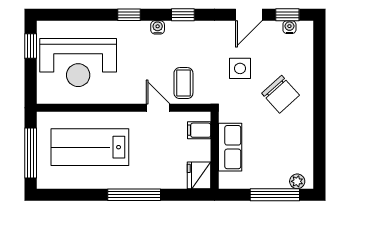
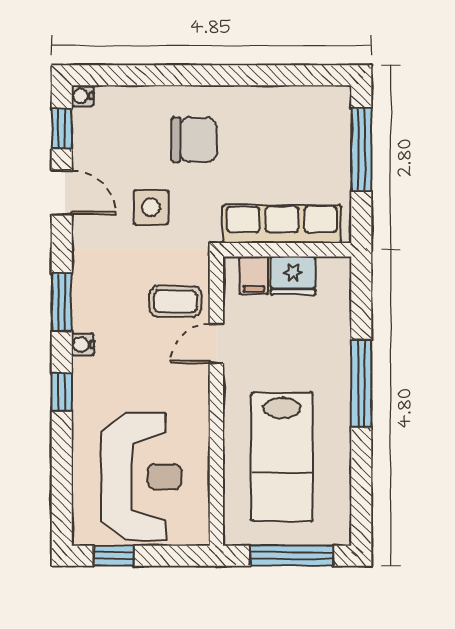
window: (183, 15) -> (62, 302), width x1.50
water cooler: (289, 27) -> (82, 96), moved
chair: (281, 94) -> (194, 140), turned 42
row of seats: (230, 147) -> (282, 224), width x1.48
fridge: (199, 175) -> (293, 276), moved
plant: (297, 181) -> (339, 112), removed

